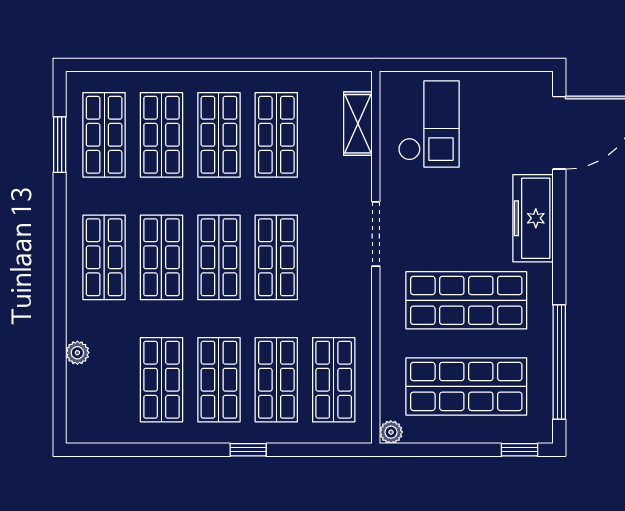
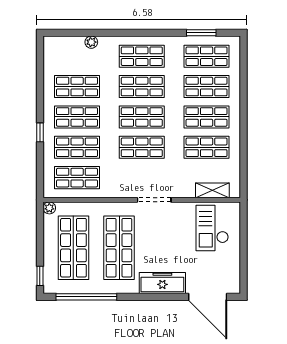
checkout: (429, 124) -> (212, 228), turned 90

